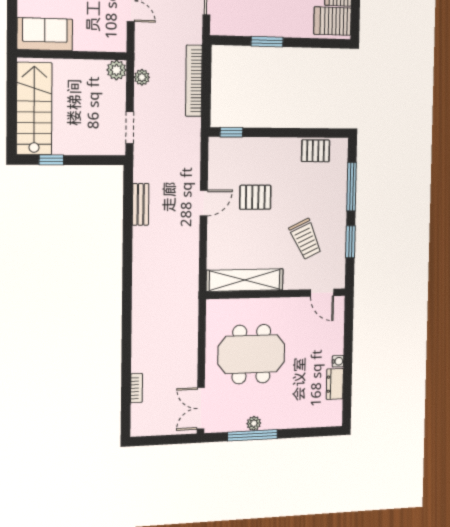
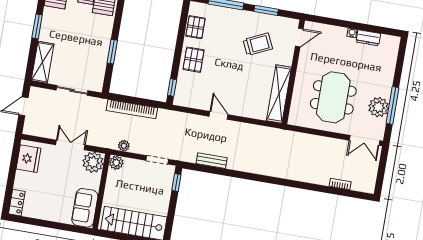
plant: (112, 37) -> (93, 162), added
window: (51, 160) -> (176, 182), moved
pallet: (255, 197) -> (194, 60), moved
plant: (254, 423) -> (379, 107), width x1.88, depth x1.88

